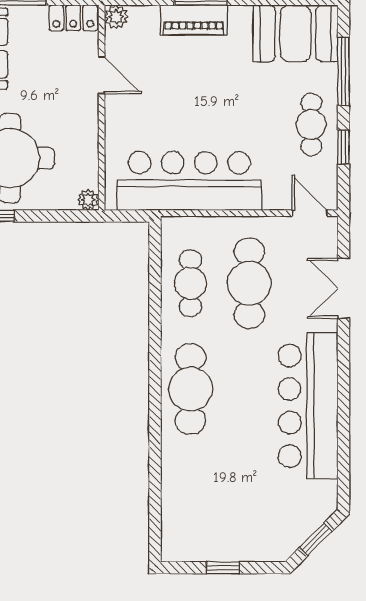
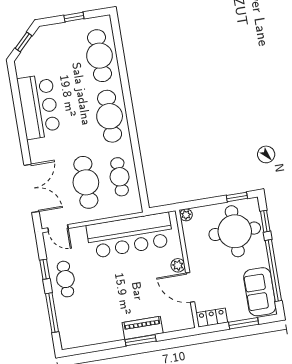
plant: (116, 17) -> (178, 265), moved
booth: (296, 33) -> (83, 330), removed
door: (102, 75) -> (190, 287), width x1.38
double door: (344, 288) -> (31, 188), width x1.37
bar counter: (308, 406) -> (39, 107), width x0.73
cafe table: (190, 495) -> (100, 56), added

